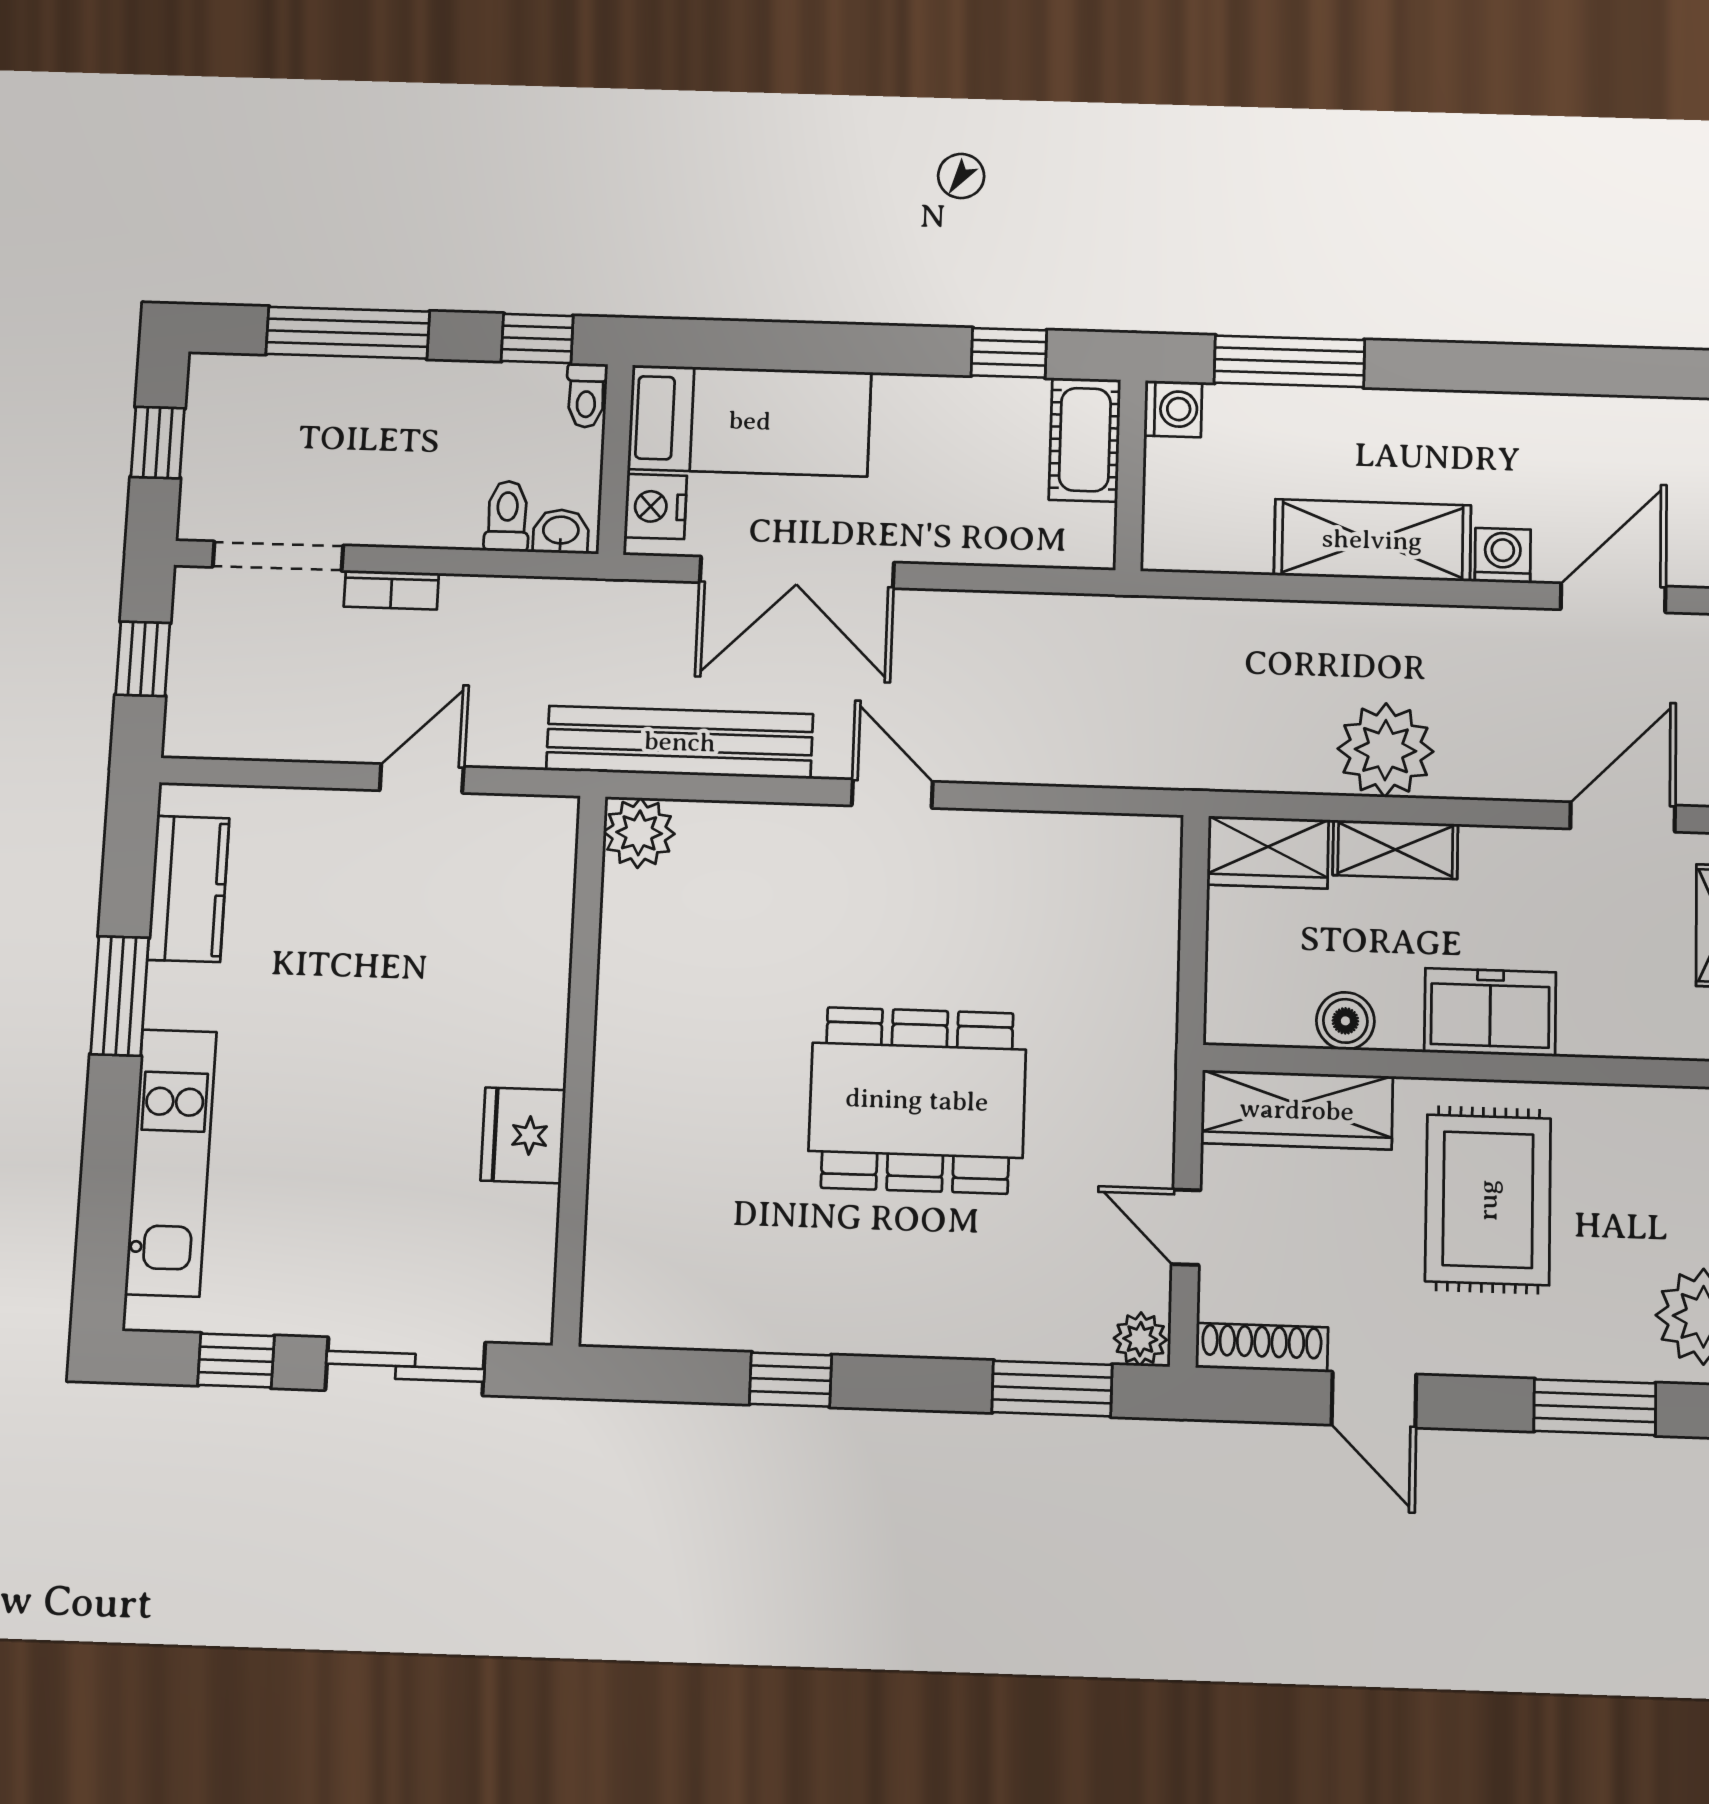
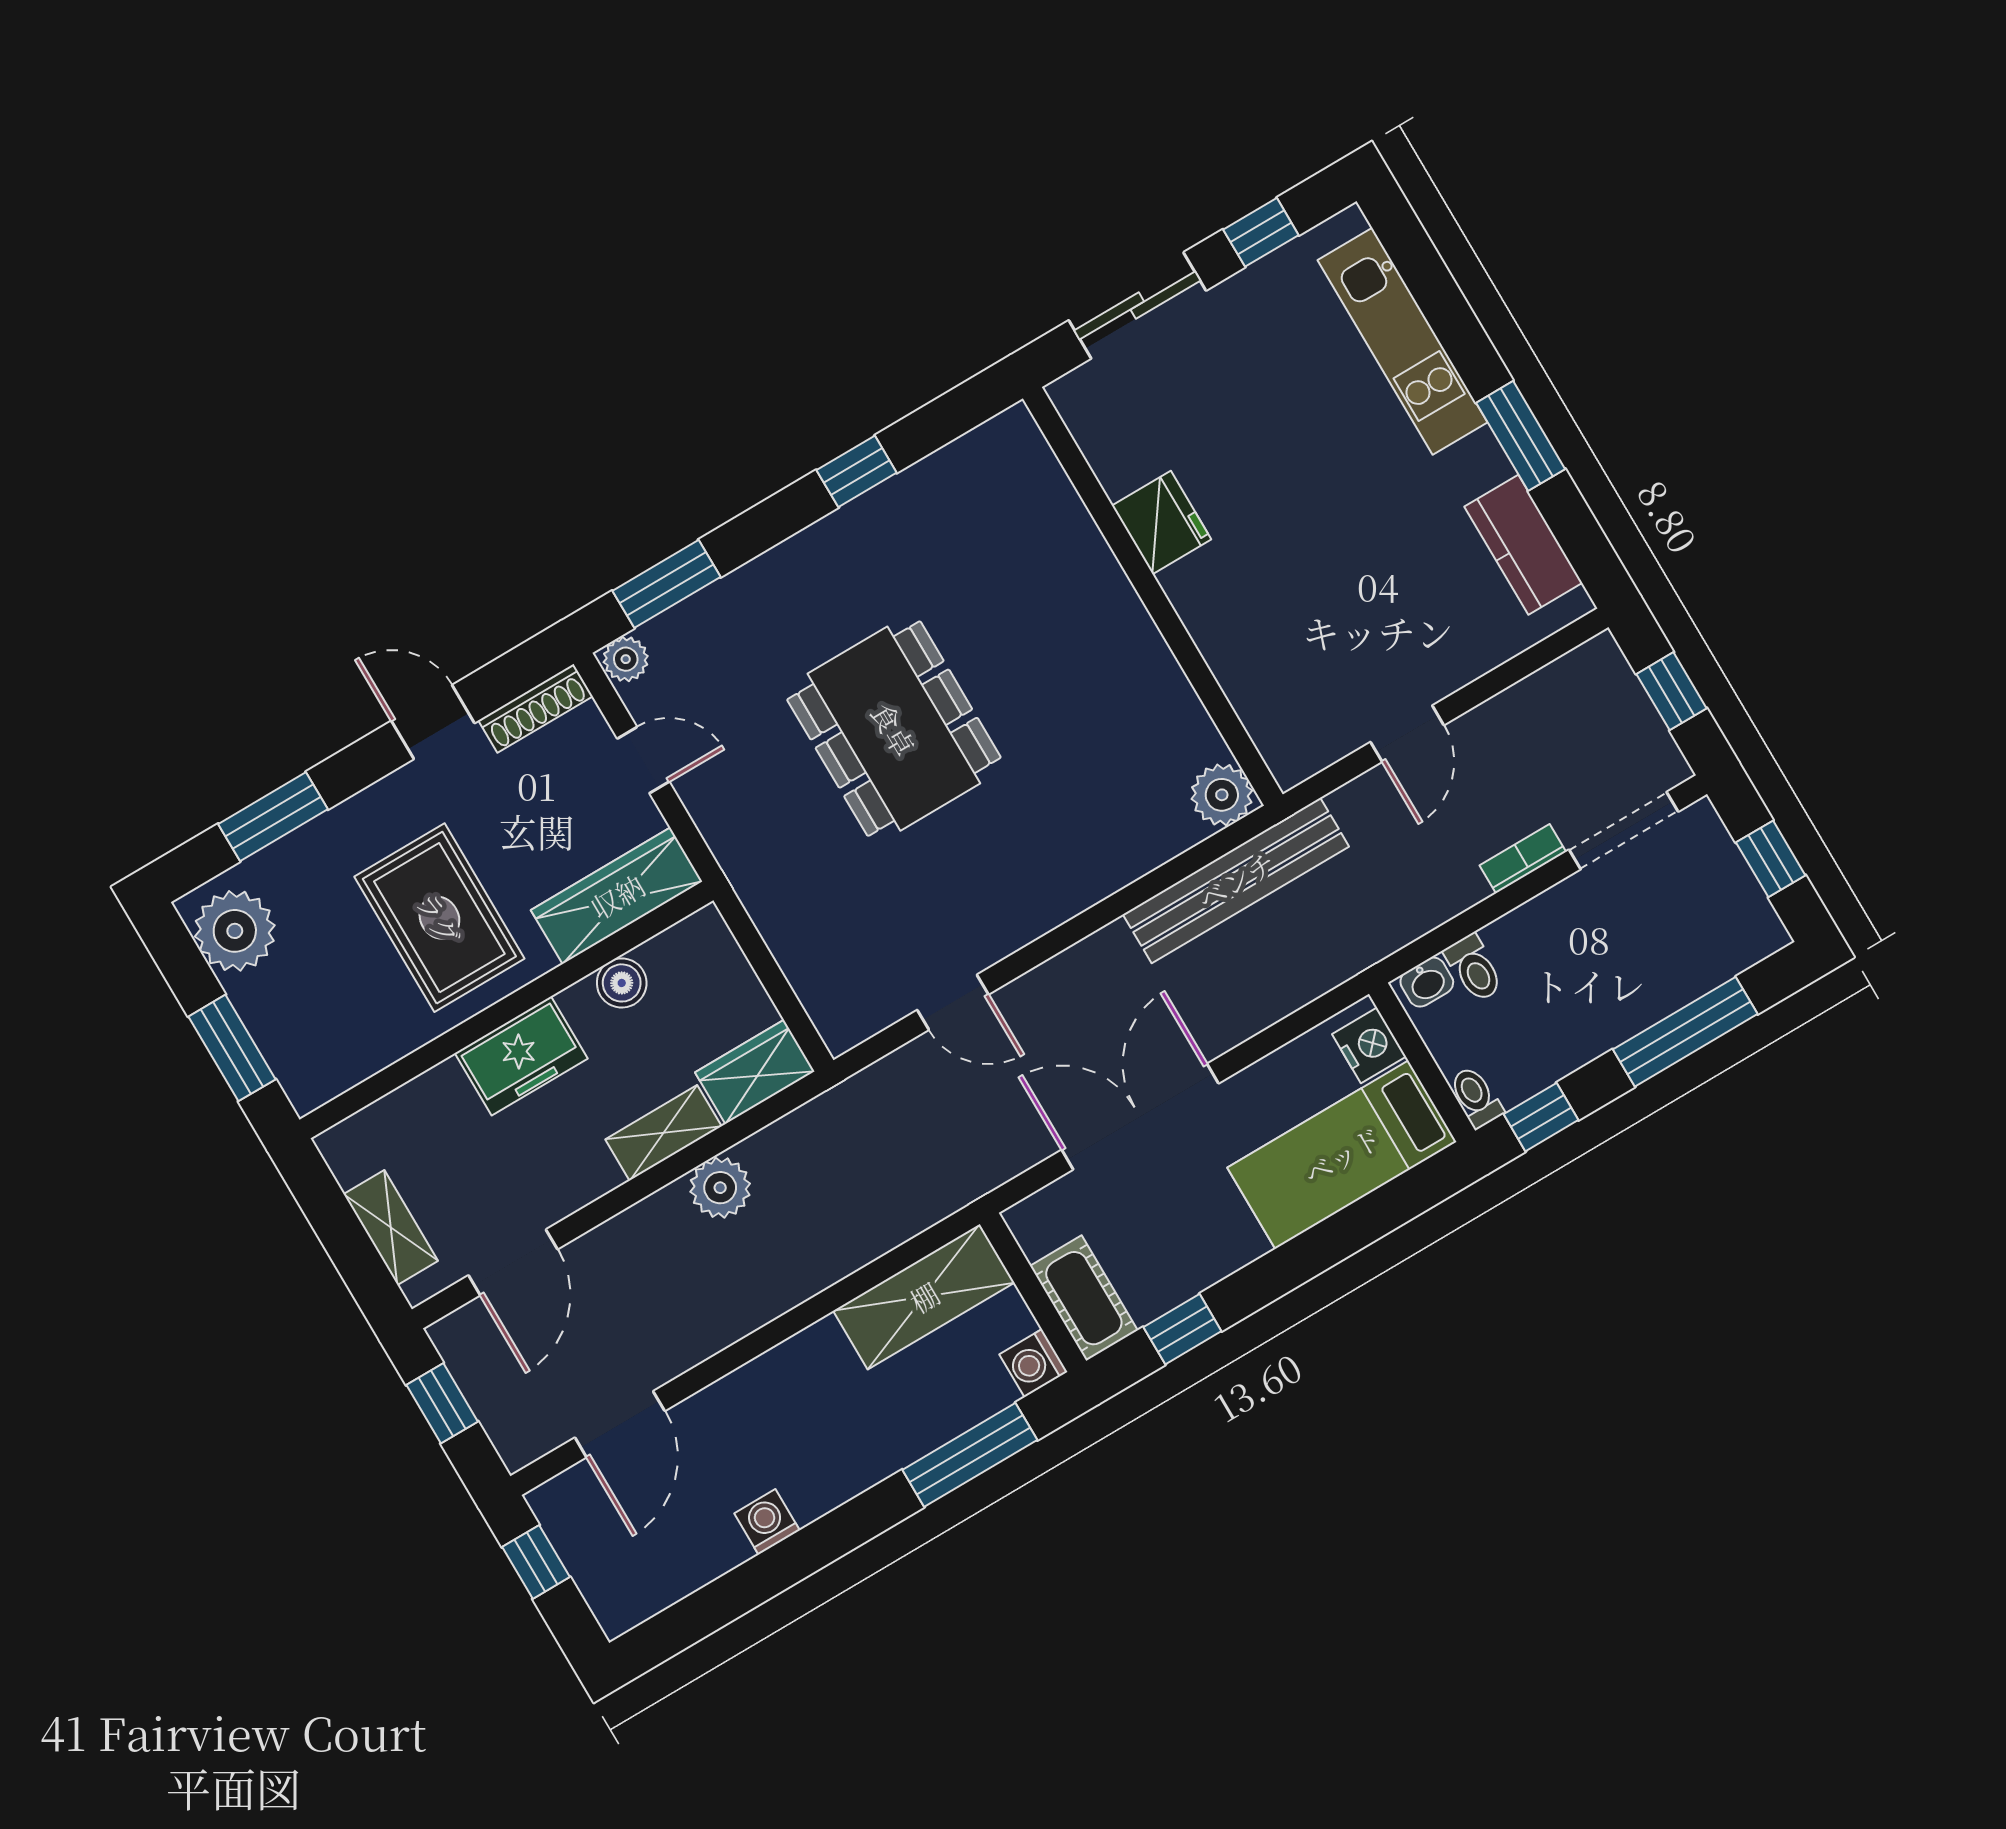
shelving: (1372, 540) -> (924, 1297), moved
washing machine: (1503, 556) -> (767, 1522), moved, turned 180
double door: (797, 572) -> (1140, 1117), moved
plant: (1385, 750) -> (720, 1188), width x0.73, depth x0.73
door: (892, 794) -> (953, 1002), moved
dining table: (917, 1100) -> (894, 729), turned 90

